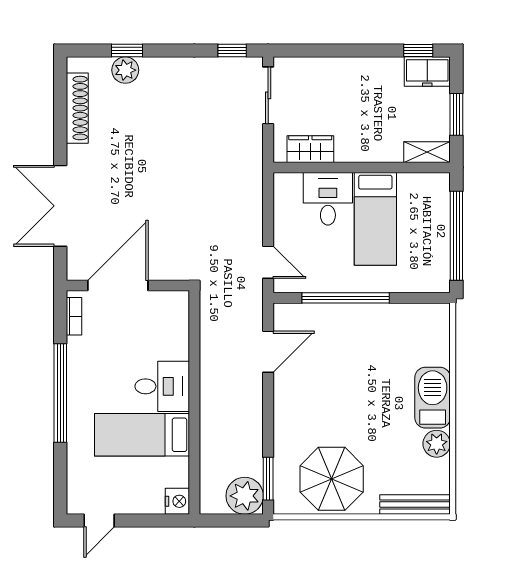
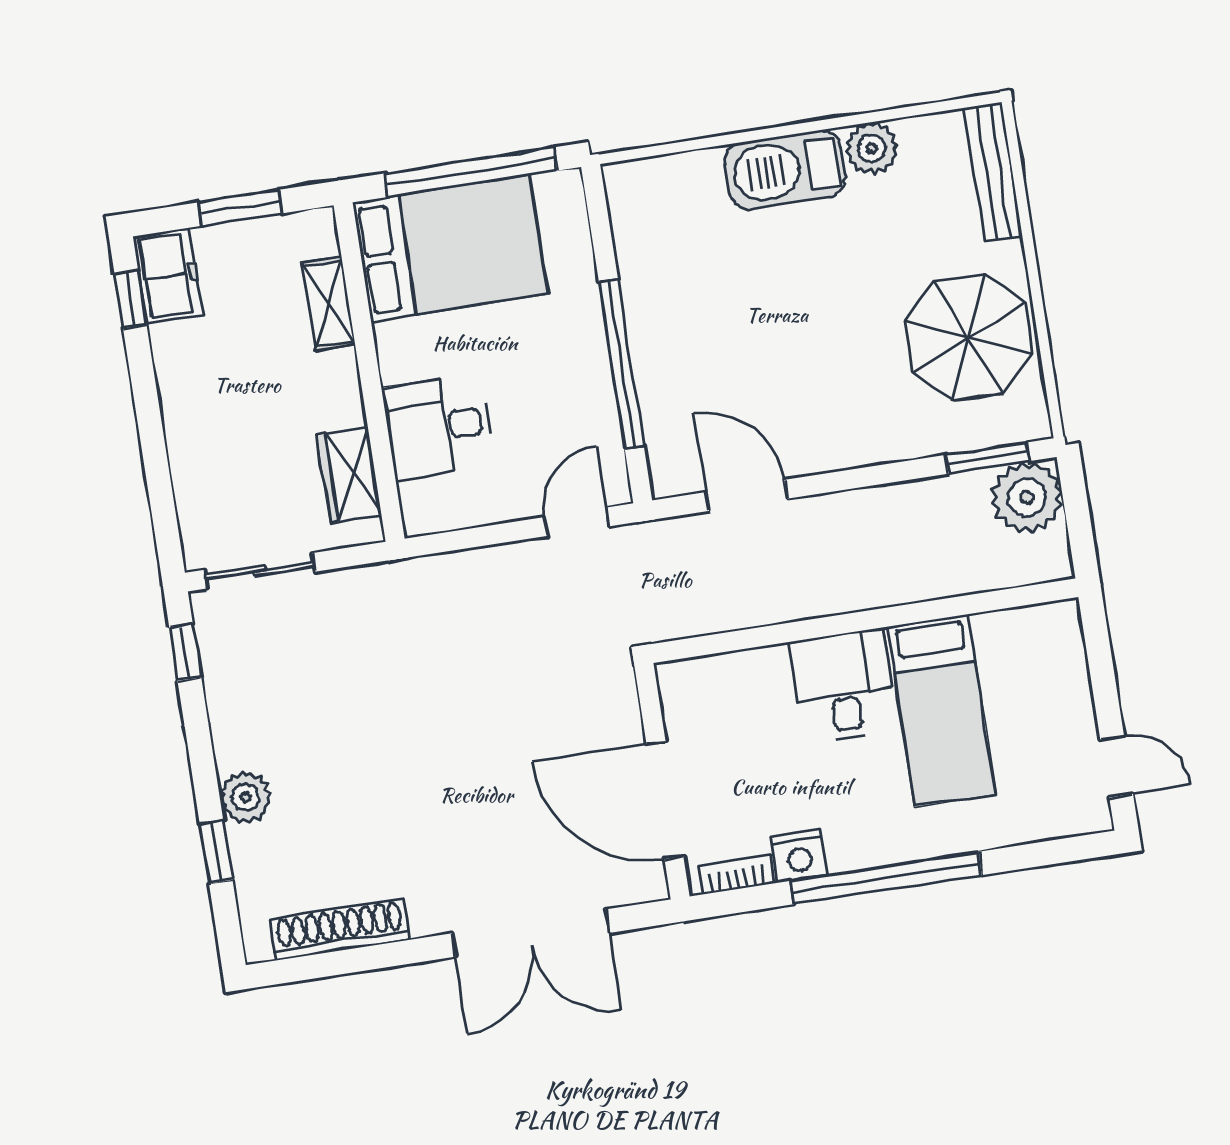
plant: (125, 70) -> (246, 797), moved
shelving: (427, 152) -> (329, 304), moved
bed: (375, 219) -> (450, 248), moved, width x1.50
nightstand: (177, 501) -> (799, 856), moved, turned 180

